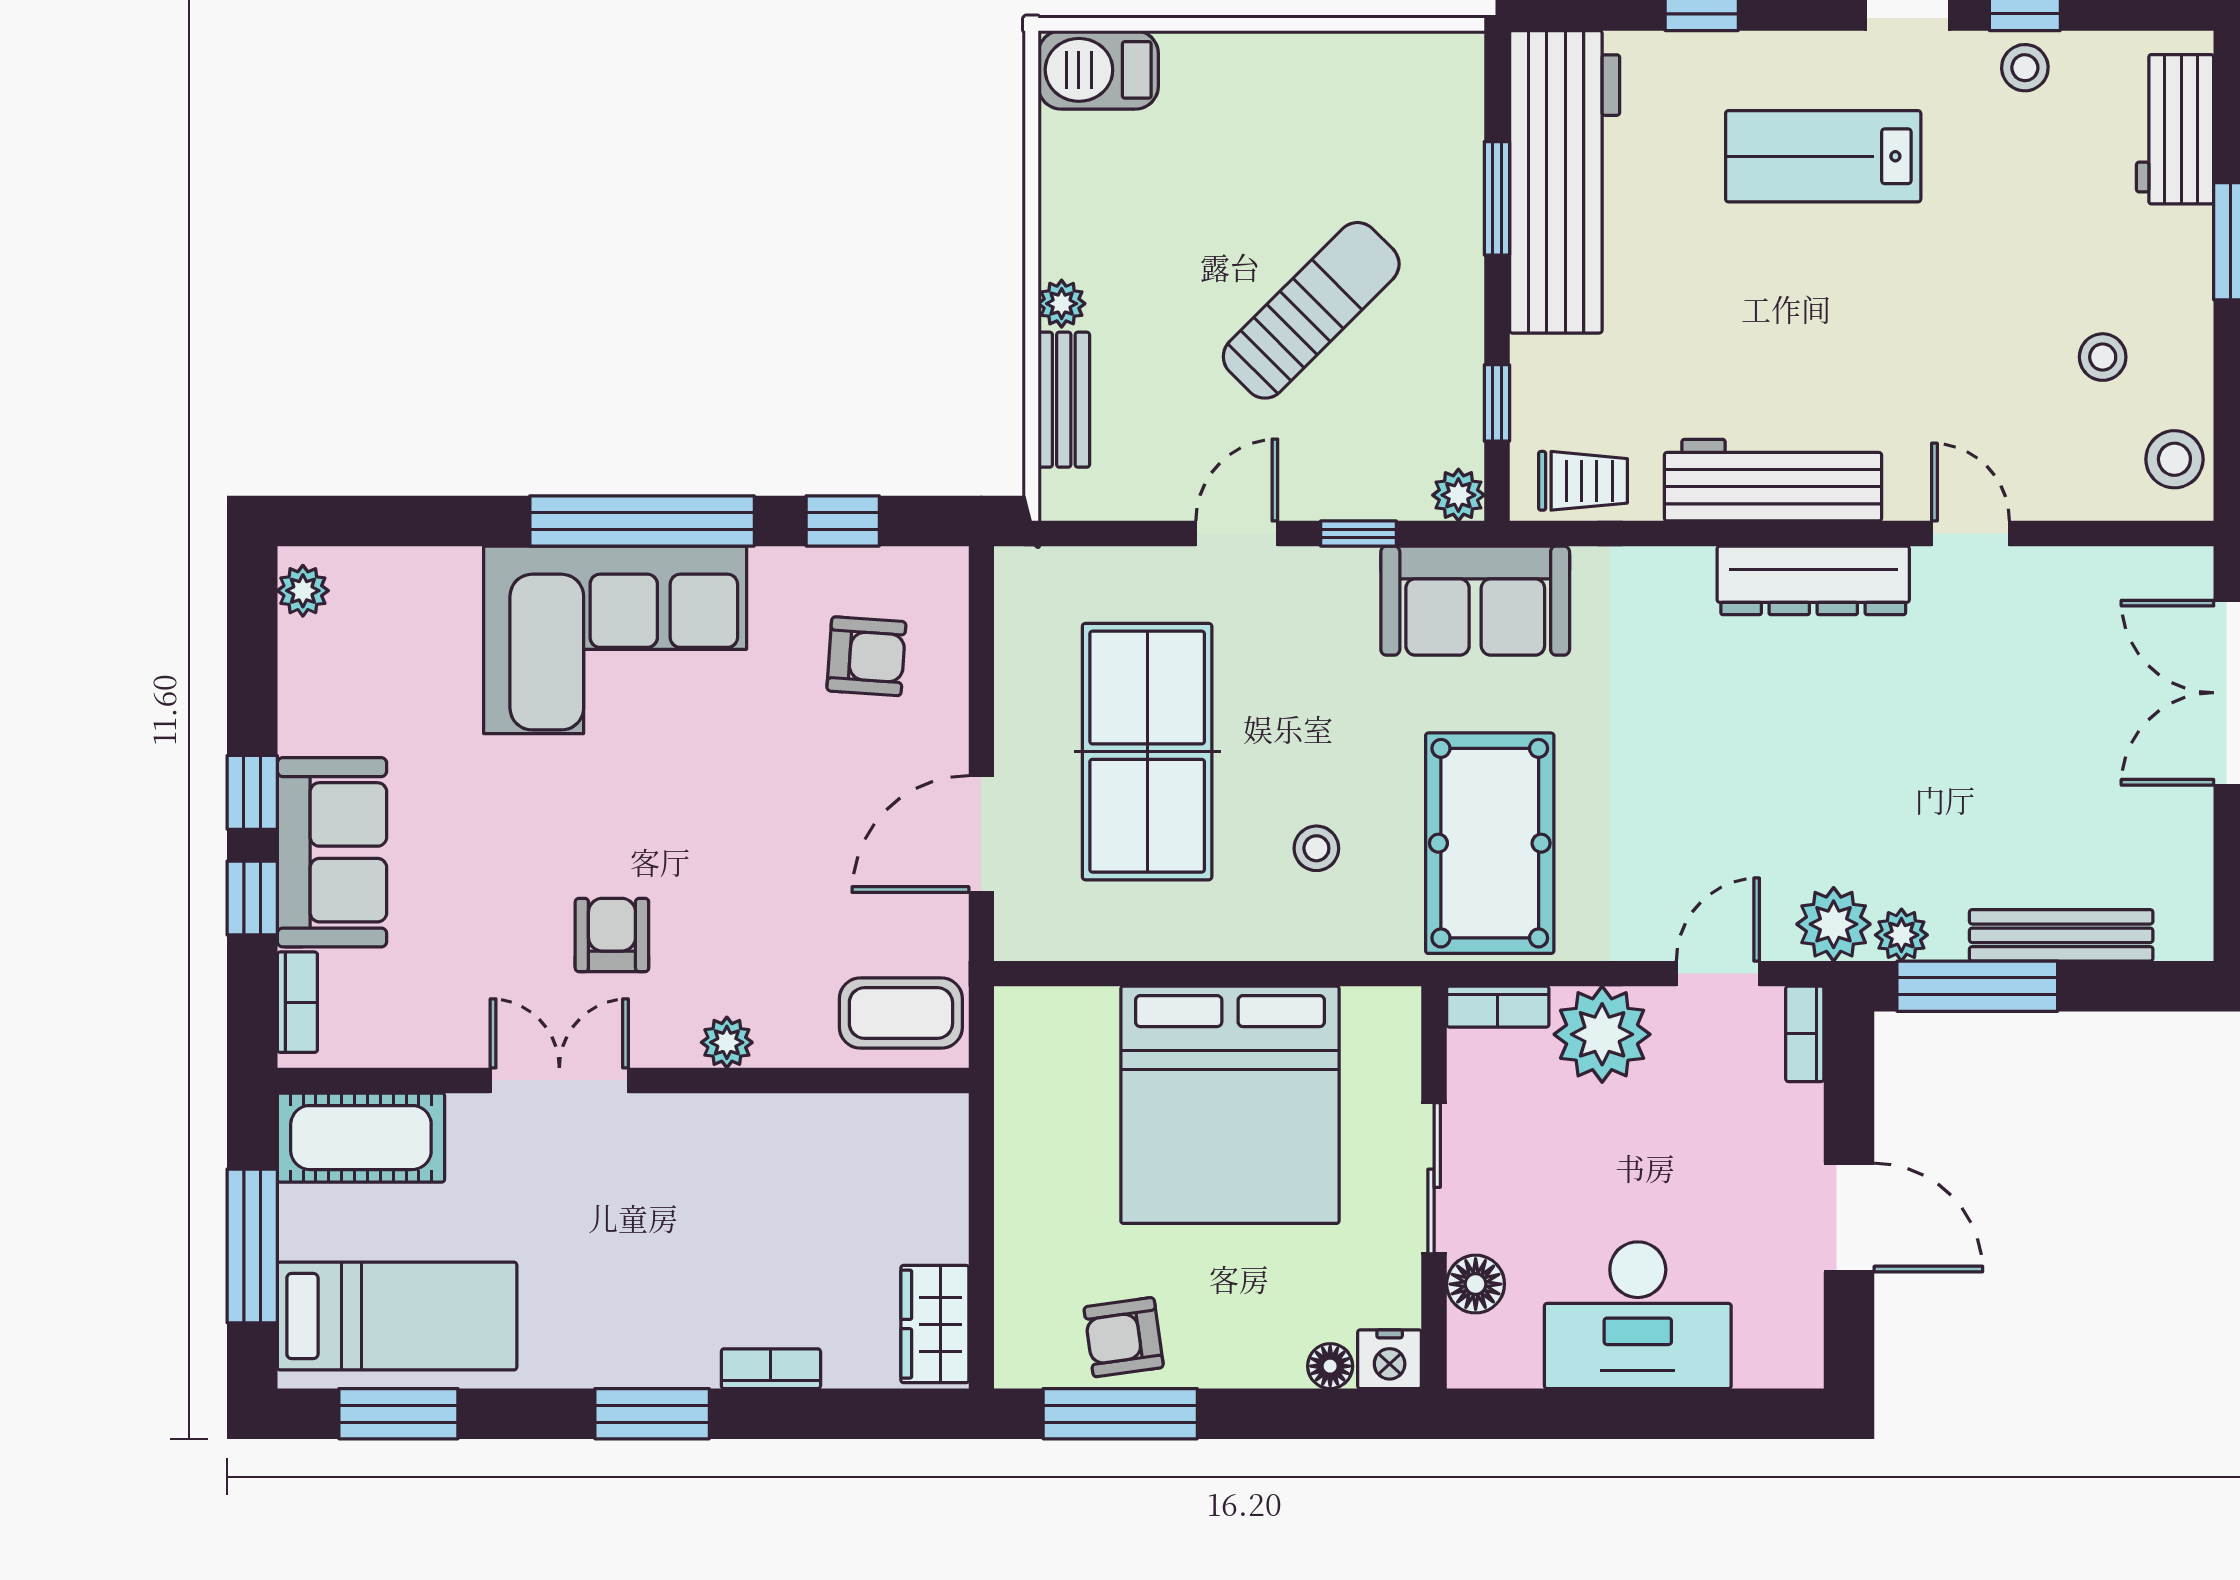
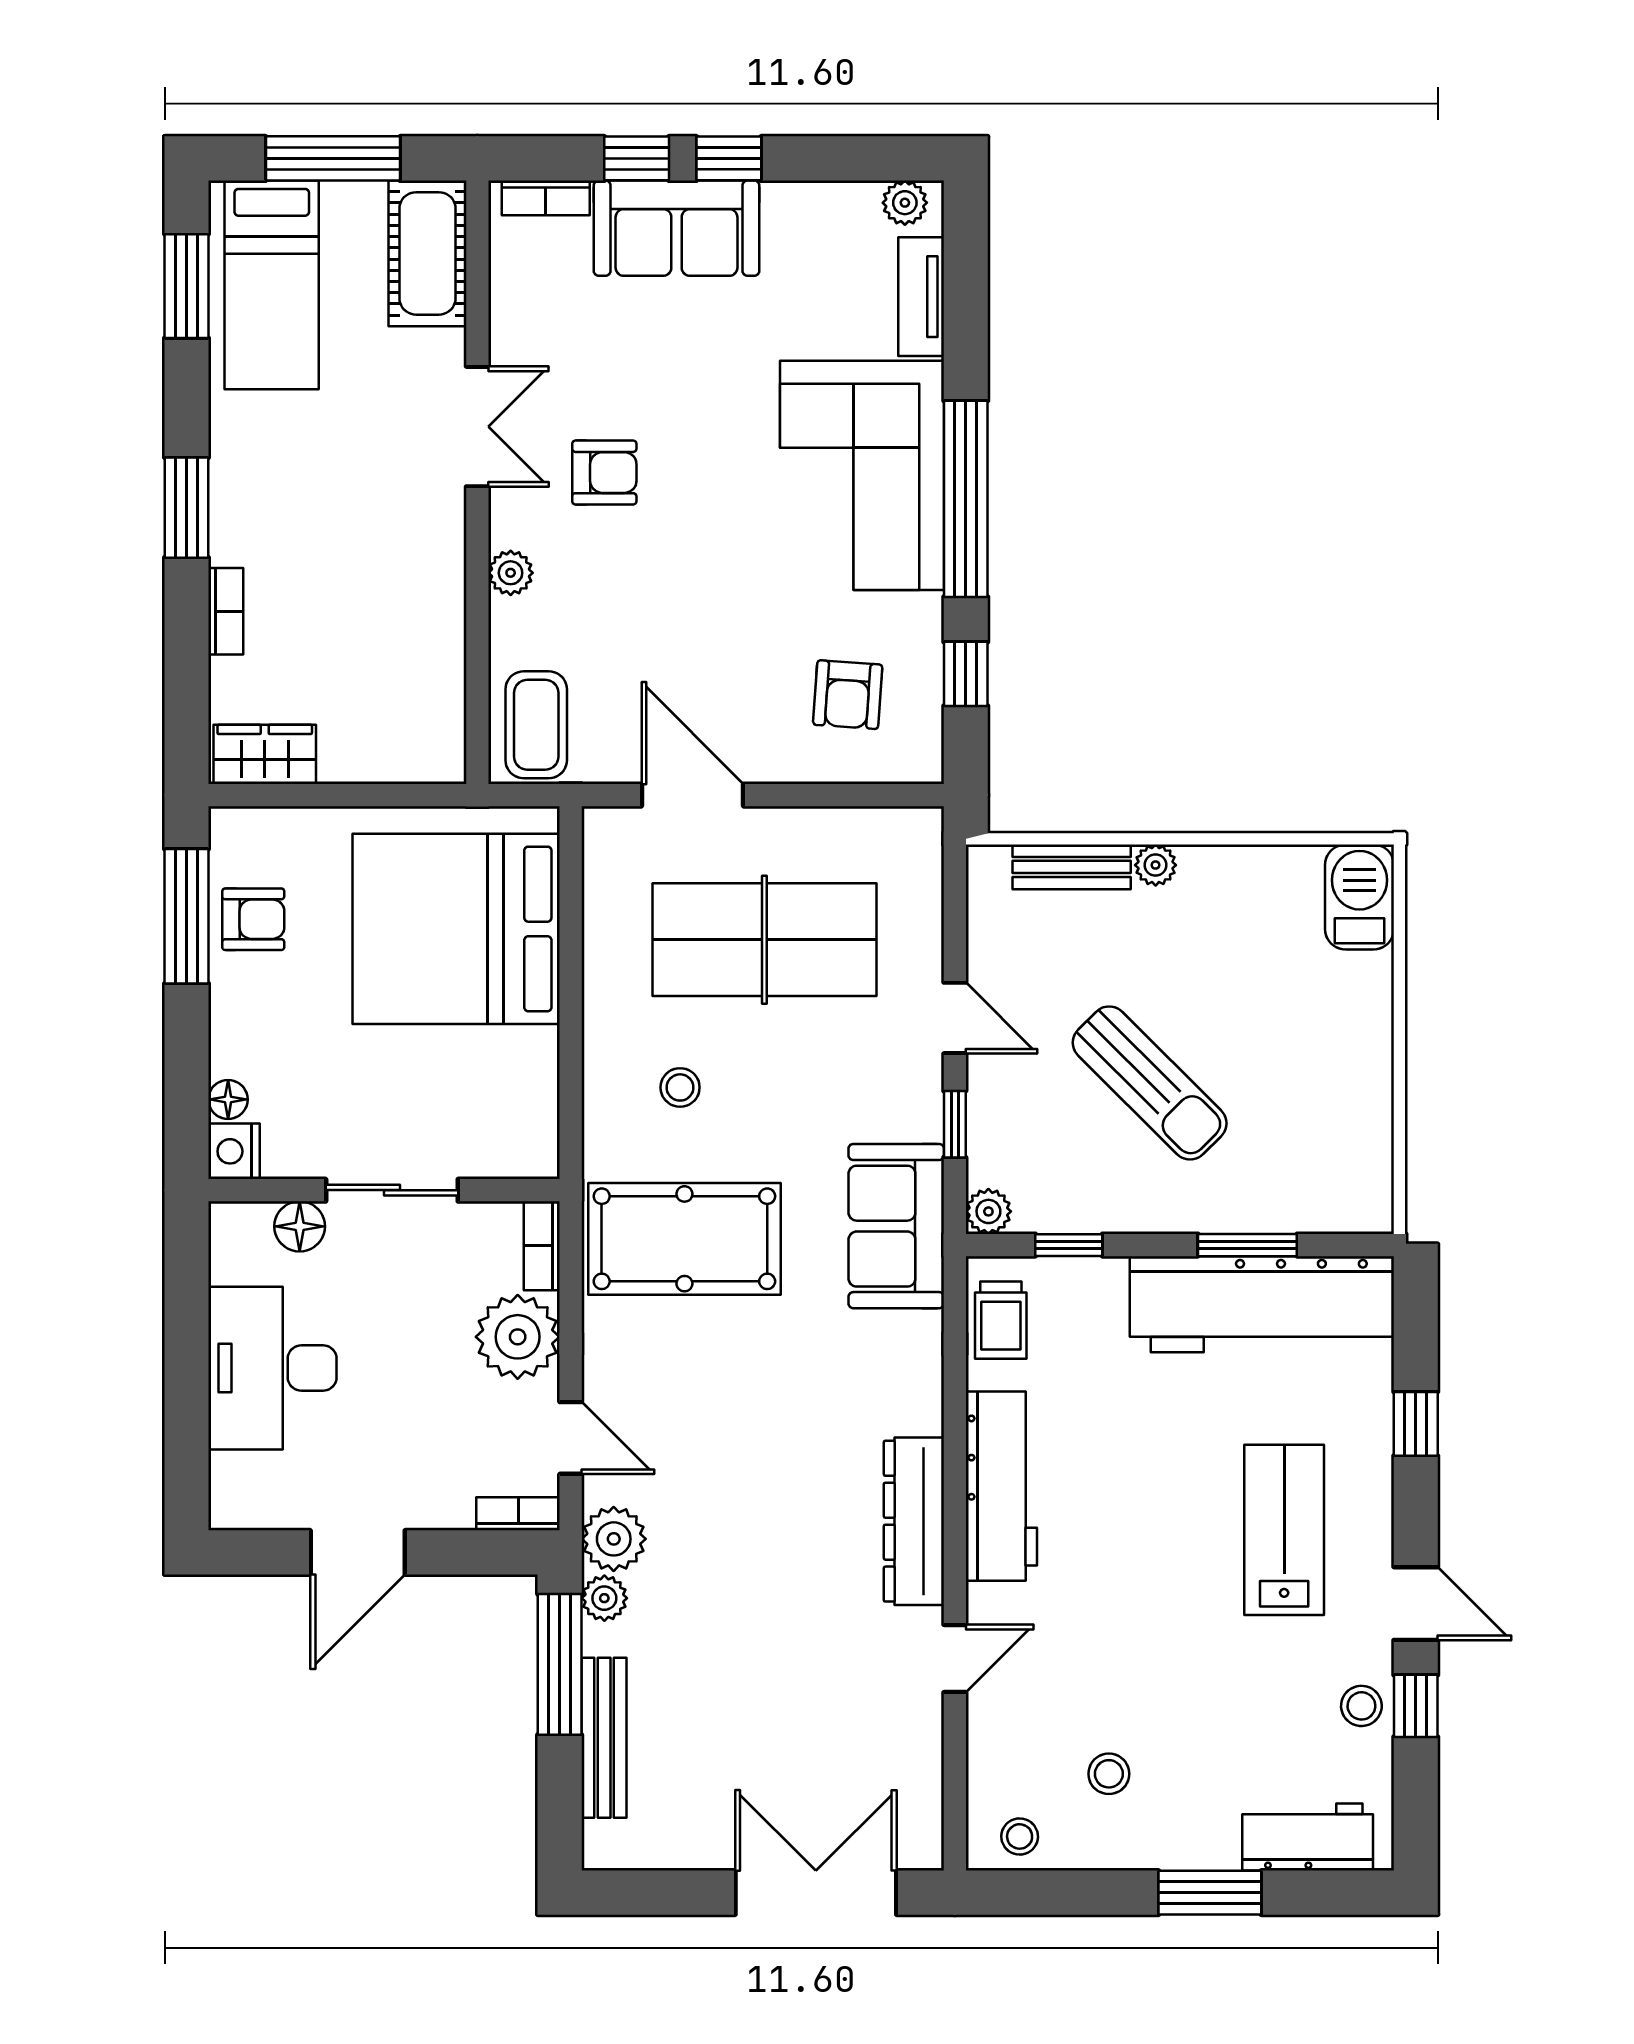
stool: (2174, 459) -> (1020, 1836), width x0.73, depth x0.73
tv unit: (410, 572) -> (921, 297), added
bed: (1230, 1105) -> (456, 929), moved
armchair: (1124, 1337) -> (253, 919), turned 98

